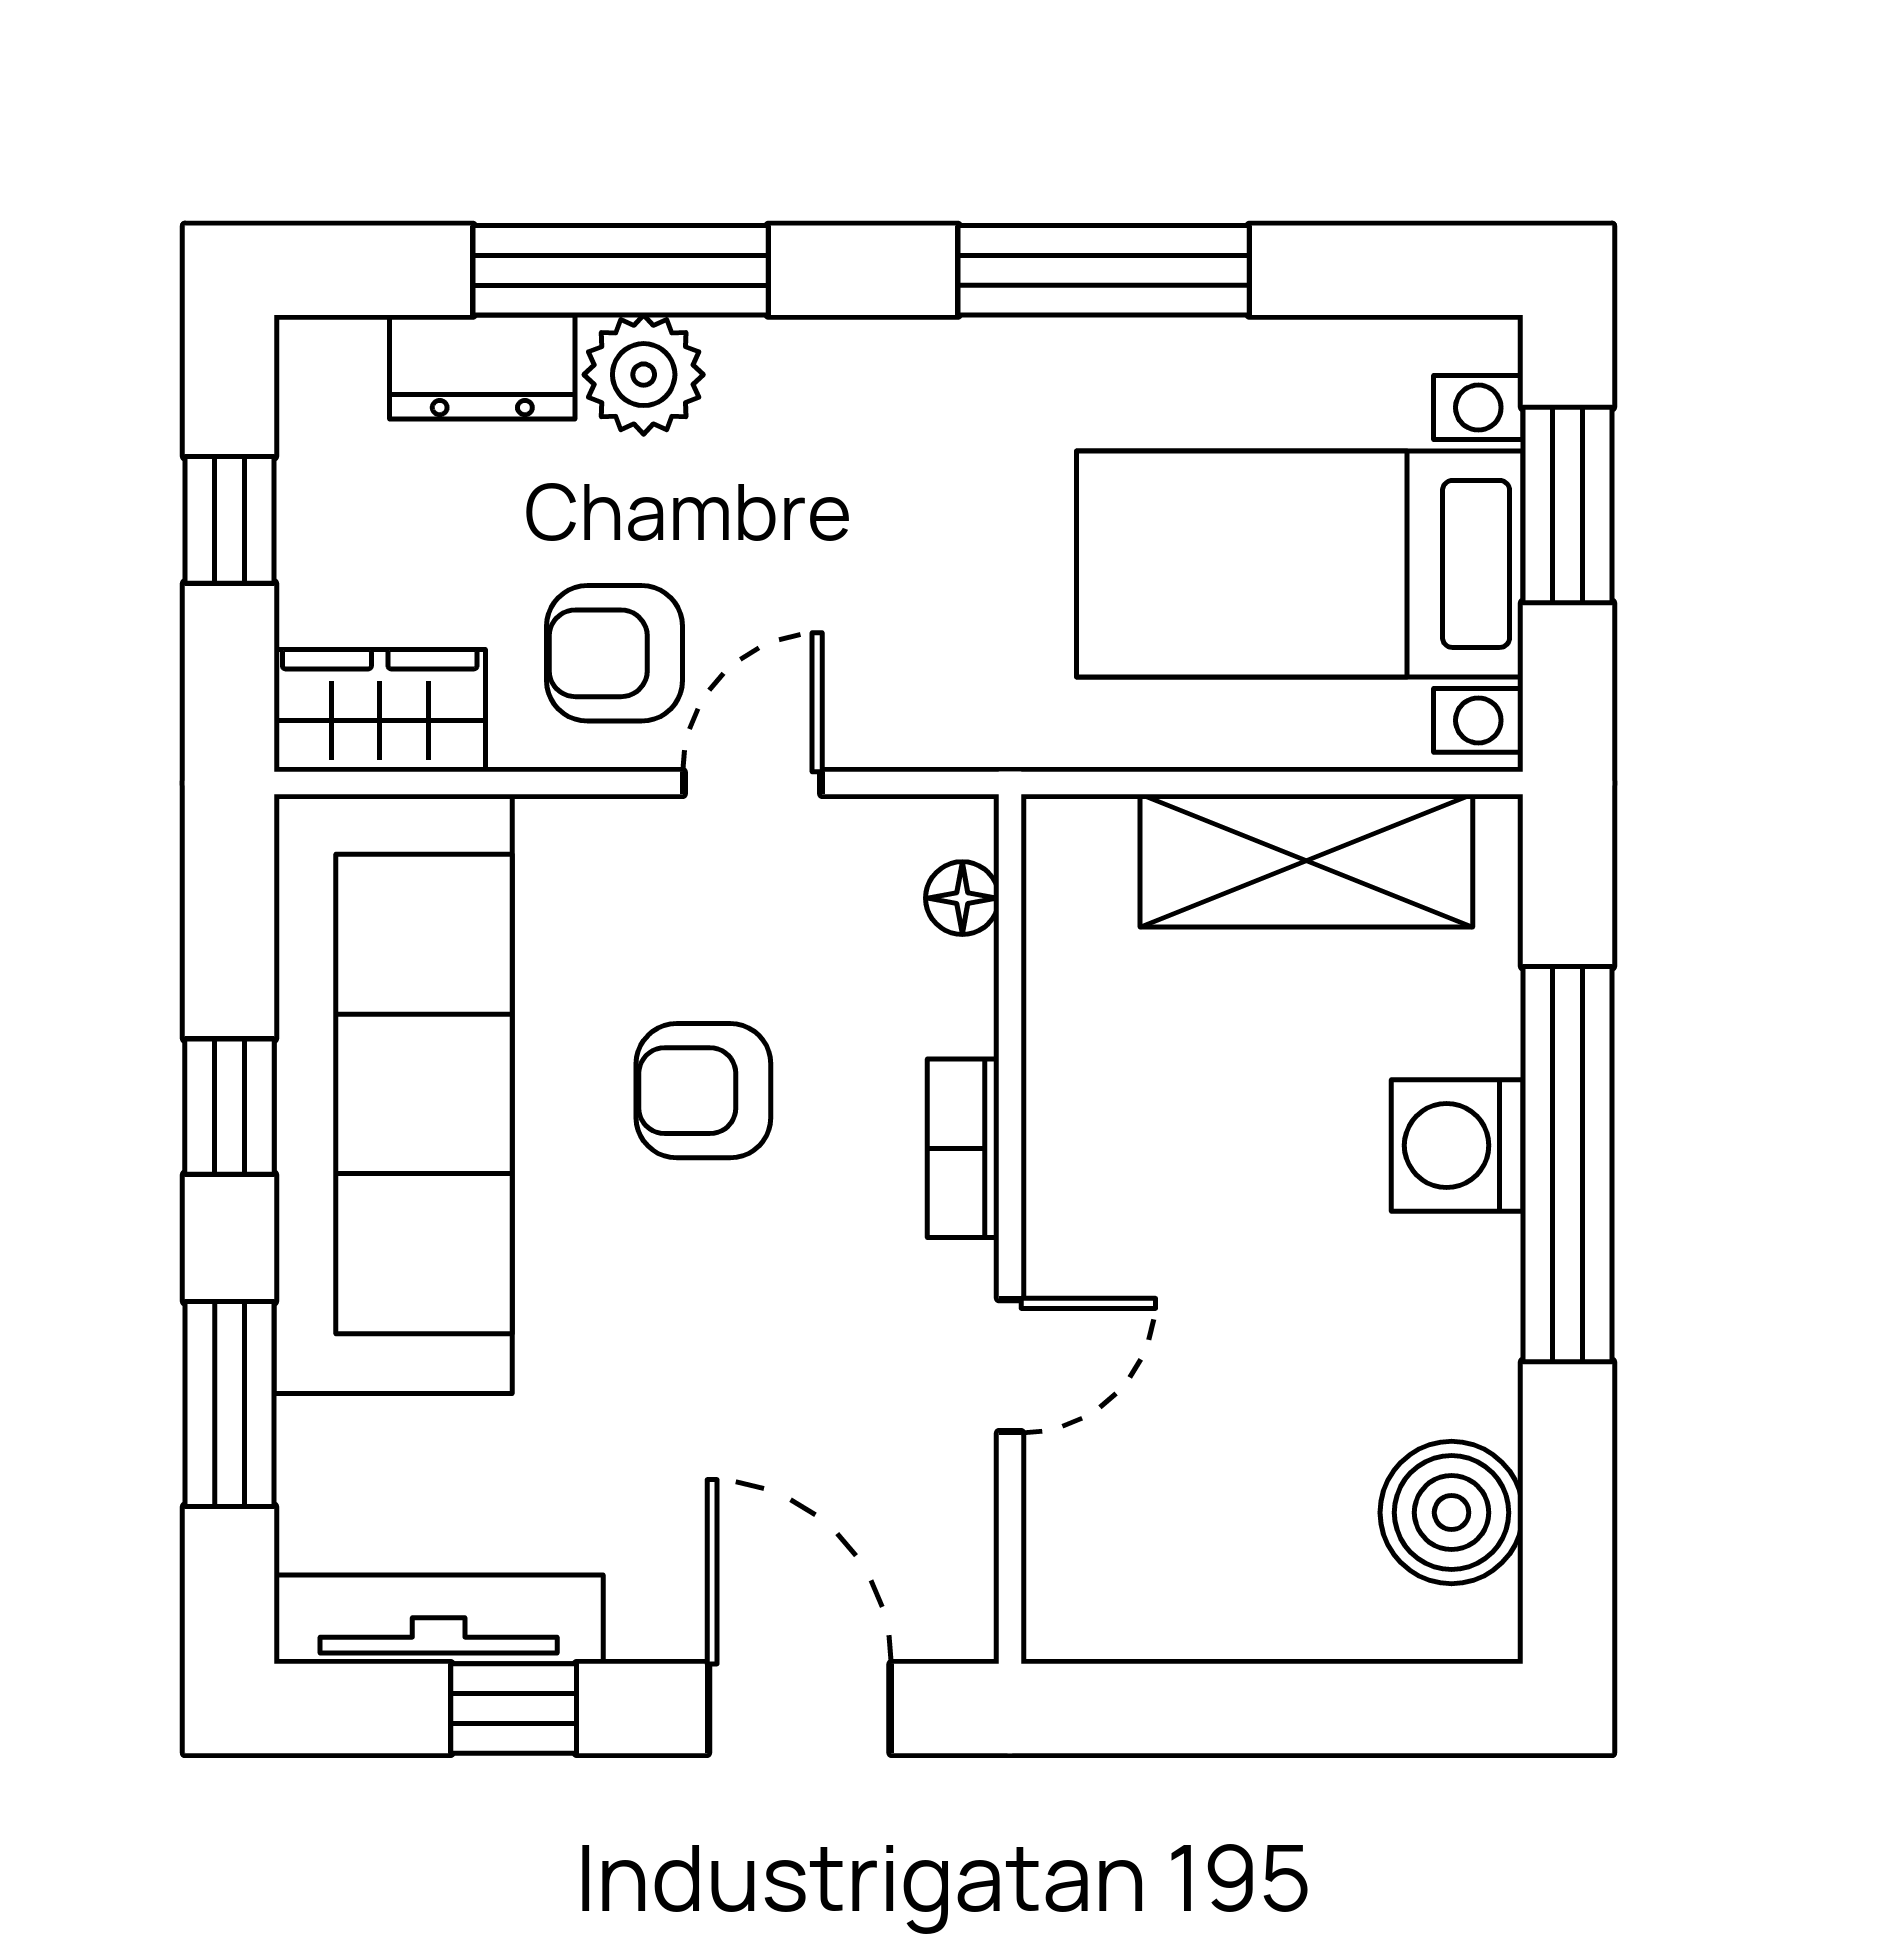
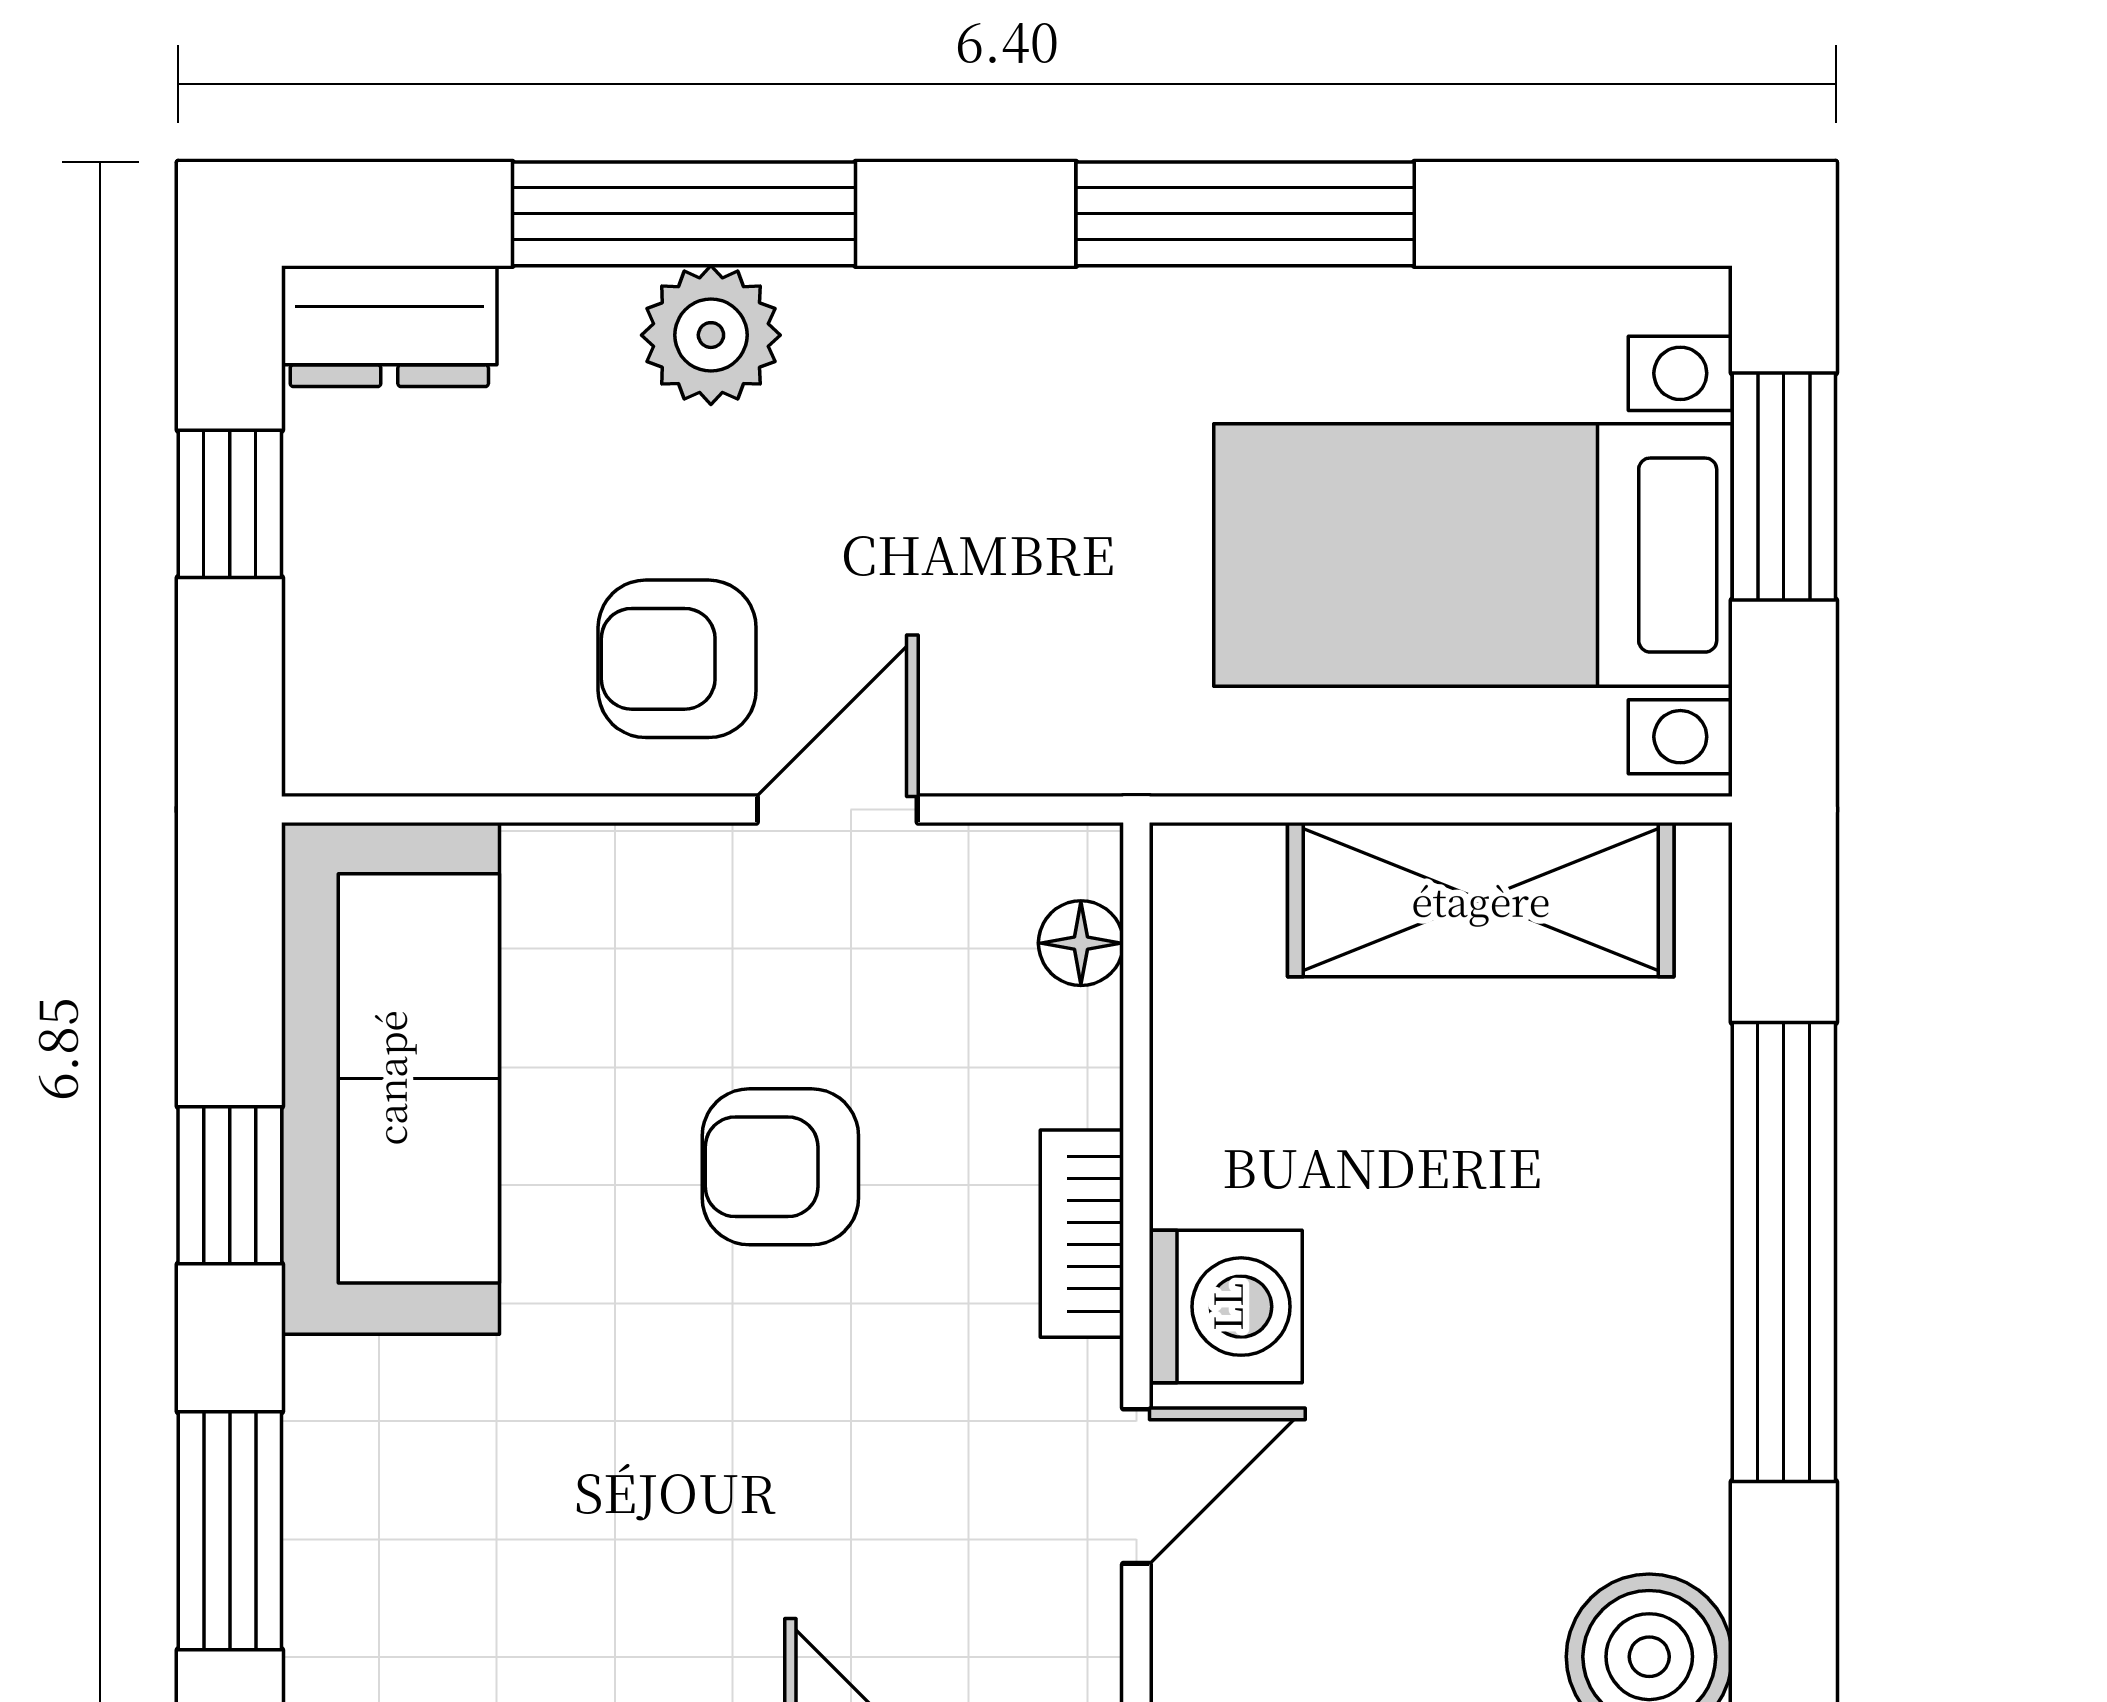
dresser: (482, 367) -> (389, 326), moved
wardrobe: (380, 711) -> (404, 725), removed
sofa: (393, 1094) -> (390, 1078), width x0.74, depth x0.79
washing machine: (1457, 1145) -> (1226, 1307), moved, turned 180

